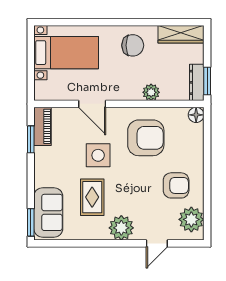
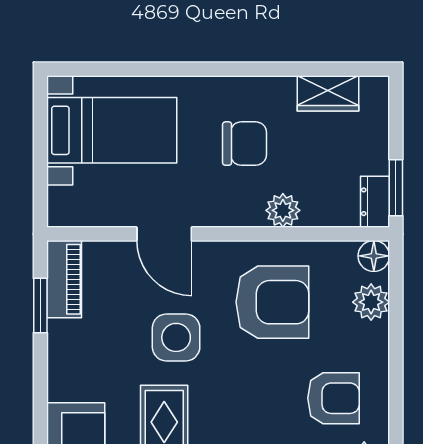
wardrobe: (181, 34) -> (328, 93), width x0.67
chair: (133, 45) -> (245, 144), moved
dresser: (197, 82) -> (375, 202), width x0.70
plant: (195, 138) -> (371, 302), added

